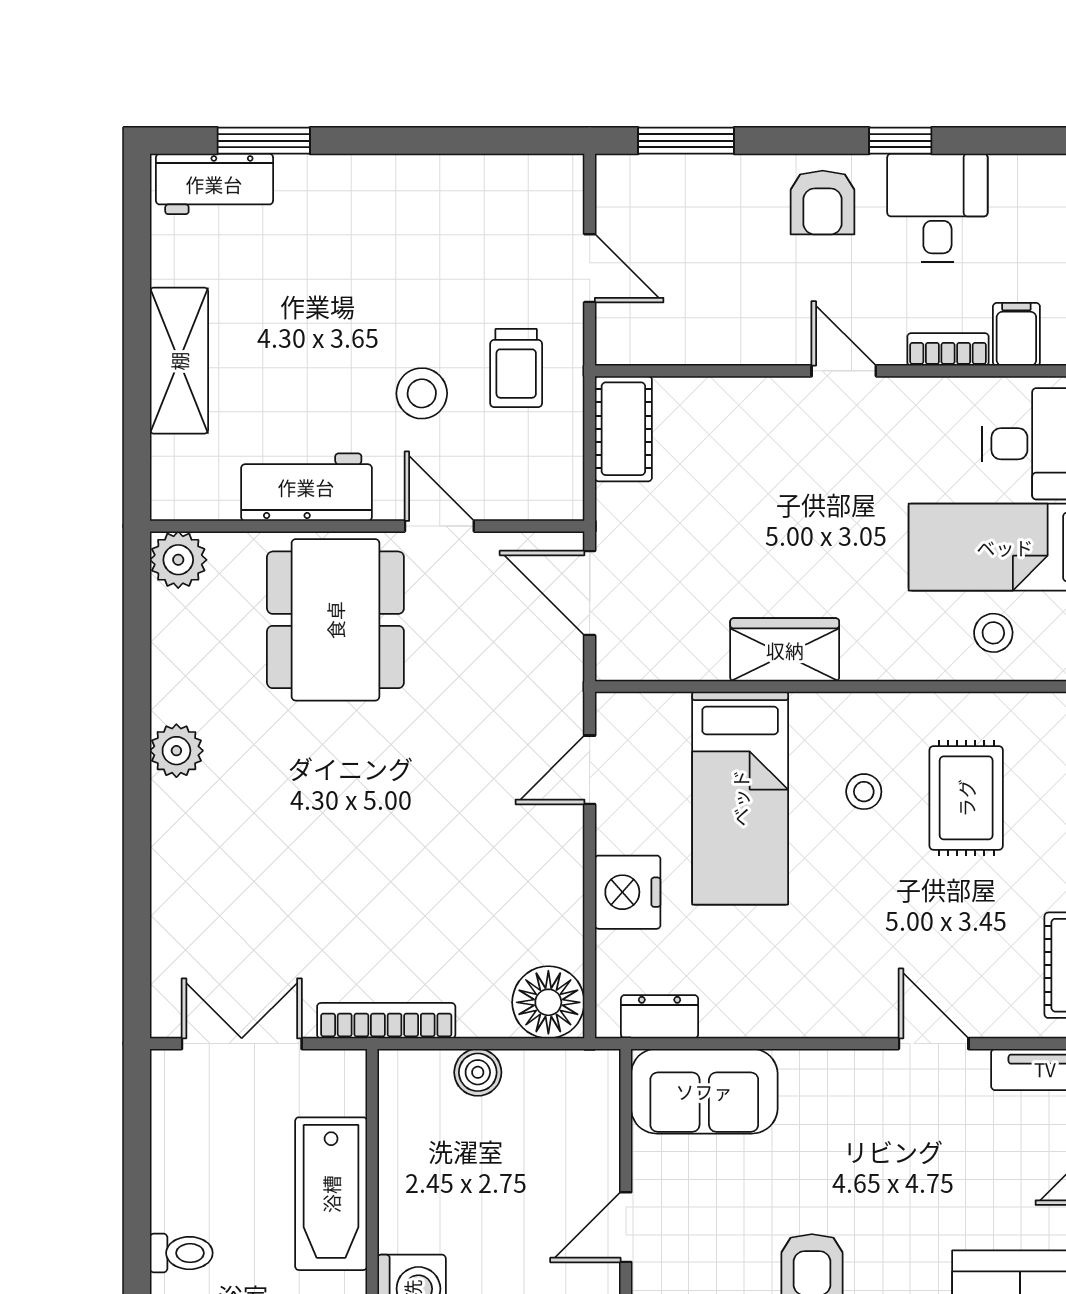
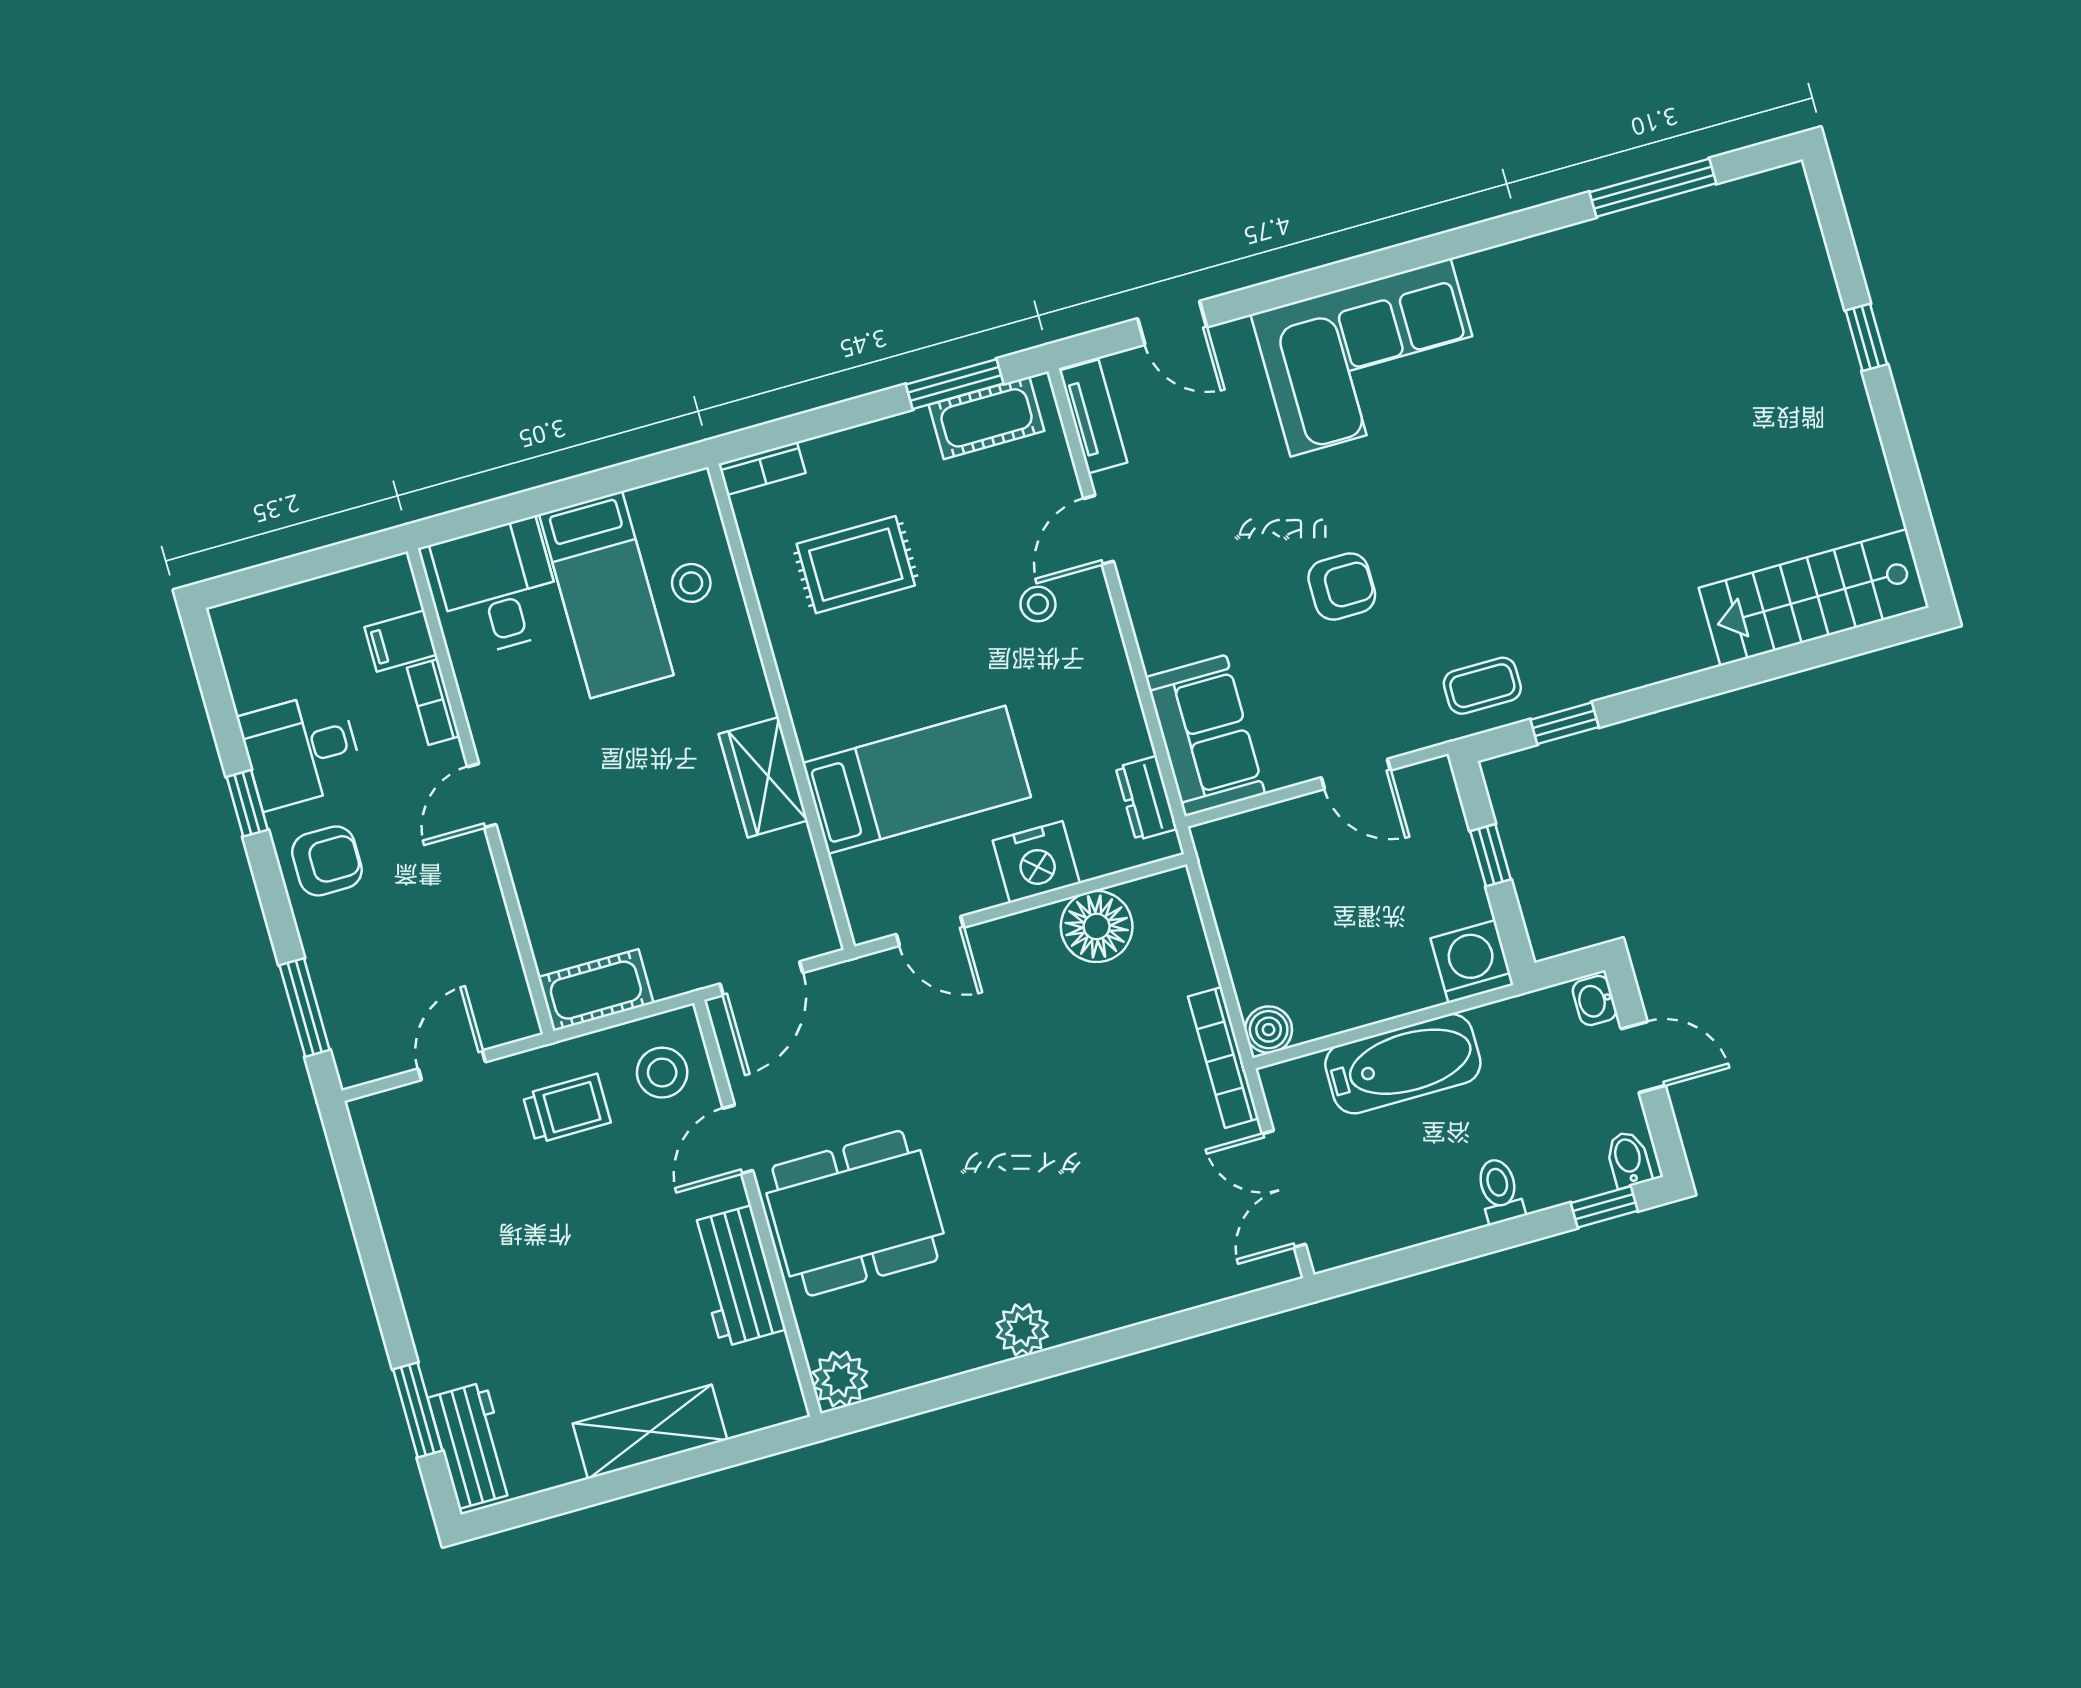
stool: (422, 393) -> (662, 1073), moved
stool: (864, 792) -> (1038, 604), moved
floor lamp: (548, 1002) -> (1097, 927), moved
boiler: (478, 1072) -> (1269, 1030), moved

